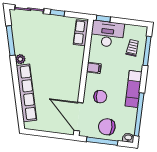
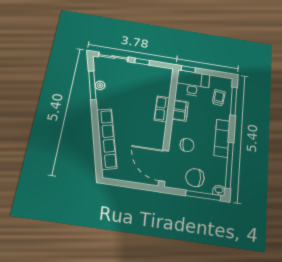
row of seats: (81, 33) -> (162, 109), moved
plant: (20, 59) -> (100, 85), moved
filing cabinet: (94, 68) -> (180, 111), width x2.00
window: (102, 141) -> (203, 195), moved

